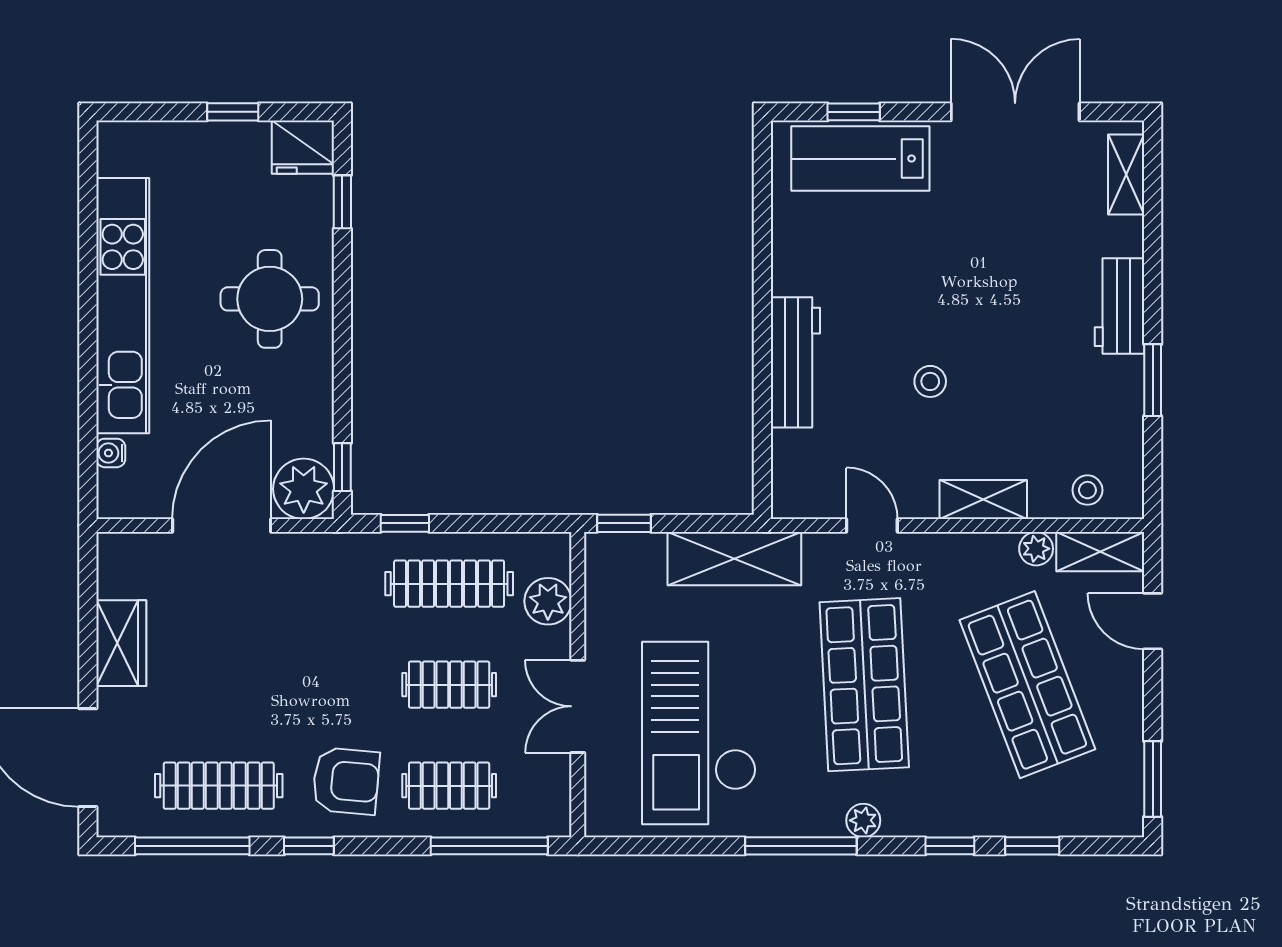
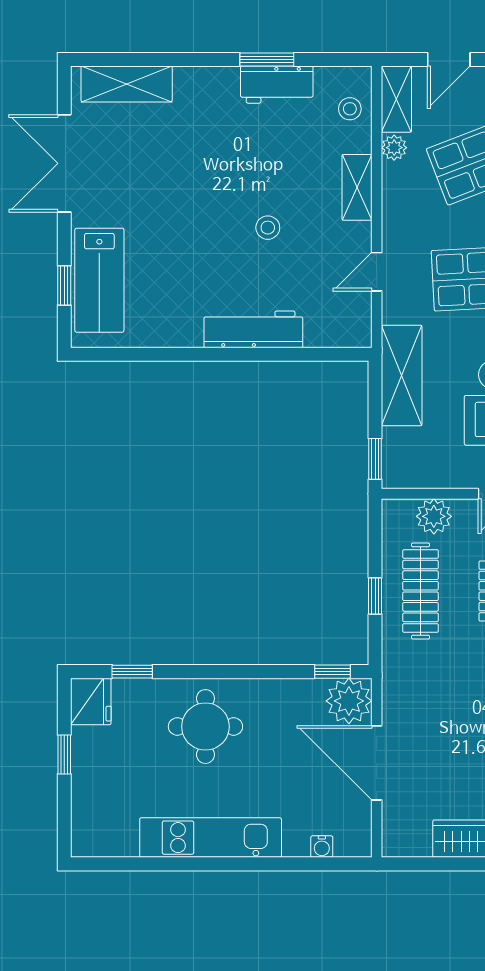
shelving: (1126, 175) -> (127, 84), width x1.50, depth x1.33
kitchen unit: (123, 306) -> (211, 838), width x0.73
workbench: (1119, 306) -> (277, 85), moved
window: (405, 523) -> (375, 596), moved

